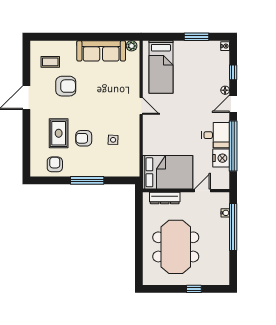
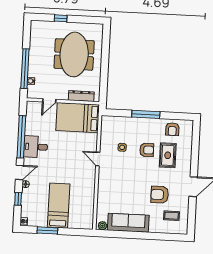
bed: (161, 67) -> (59, 206), moved
door: (141, 106) -> (98, 159), moved
nightstand: (221, 158) -> (32, 127), removed

